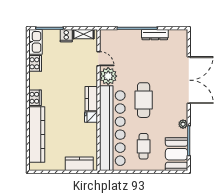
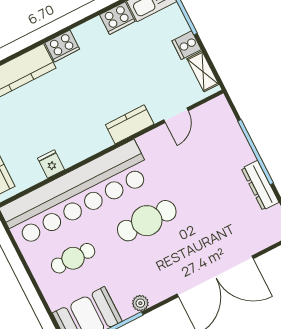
plant: (108, 76) -> (156, 145), removed
kitchen counter: (91, 99) -> (130, 124), moved
fridge: (91, 117) -> (51, 164), moved

